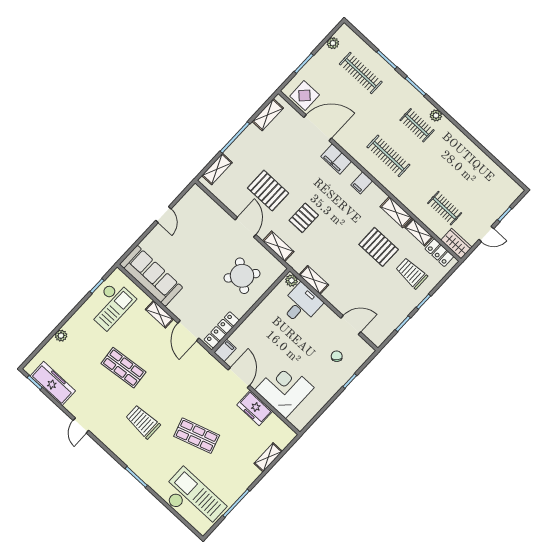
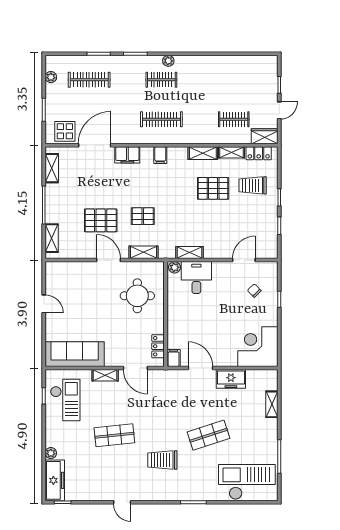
pallet: (304, 218) -> (143, 216), turned 90
round table: (242, 276) -> (137, 296), turned -38
locker: (222, 330) -> (158, 346), width x0.66
freezer: (53, 383) -> (55, 480), moved, turned 90
corner desk: (284, 389) -> (258, 347), moved

